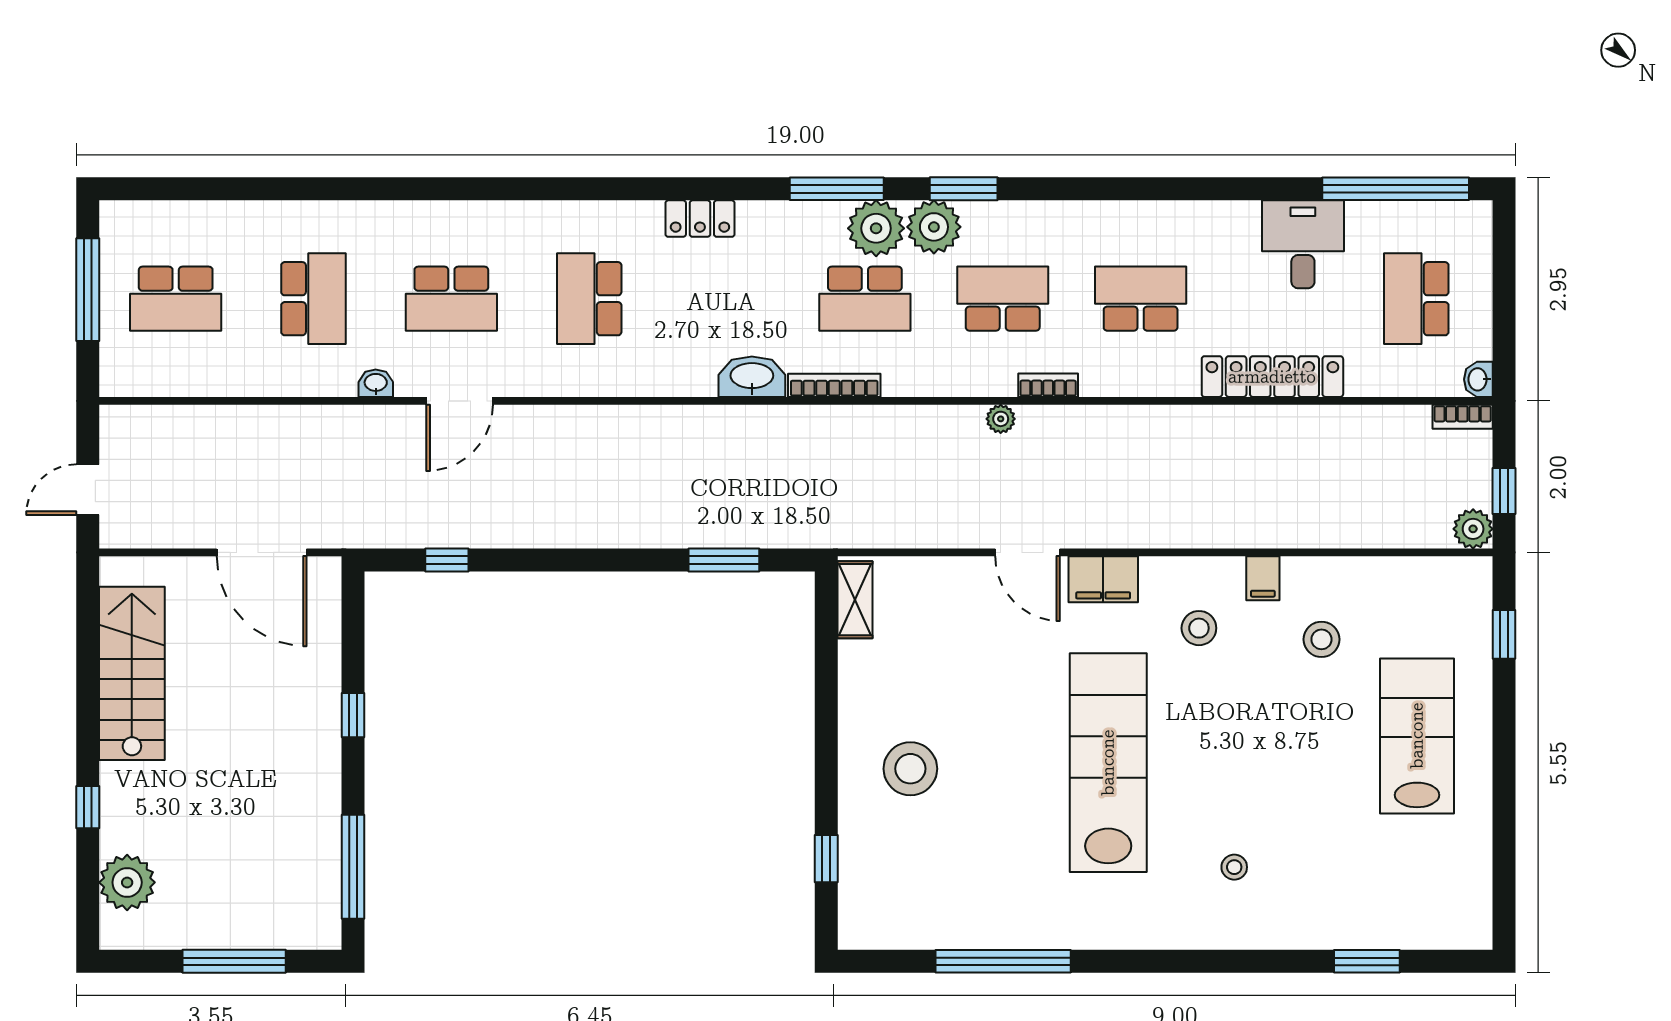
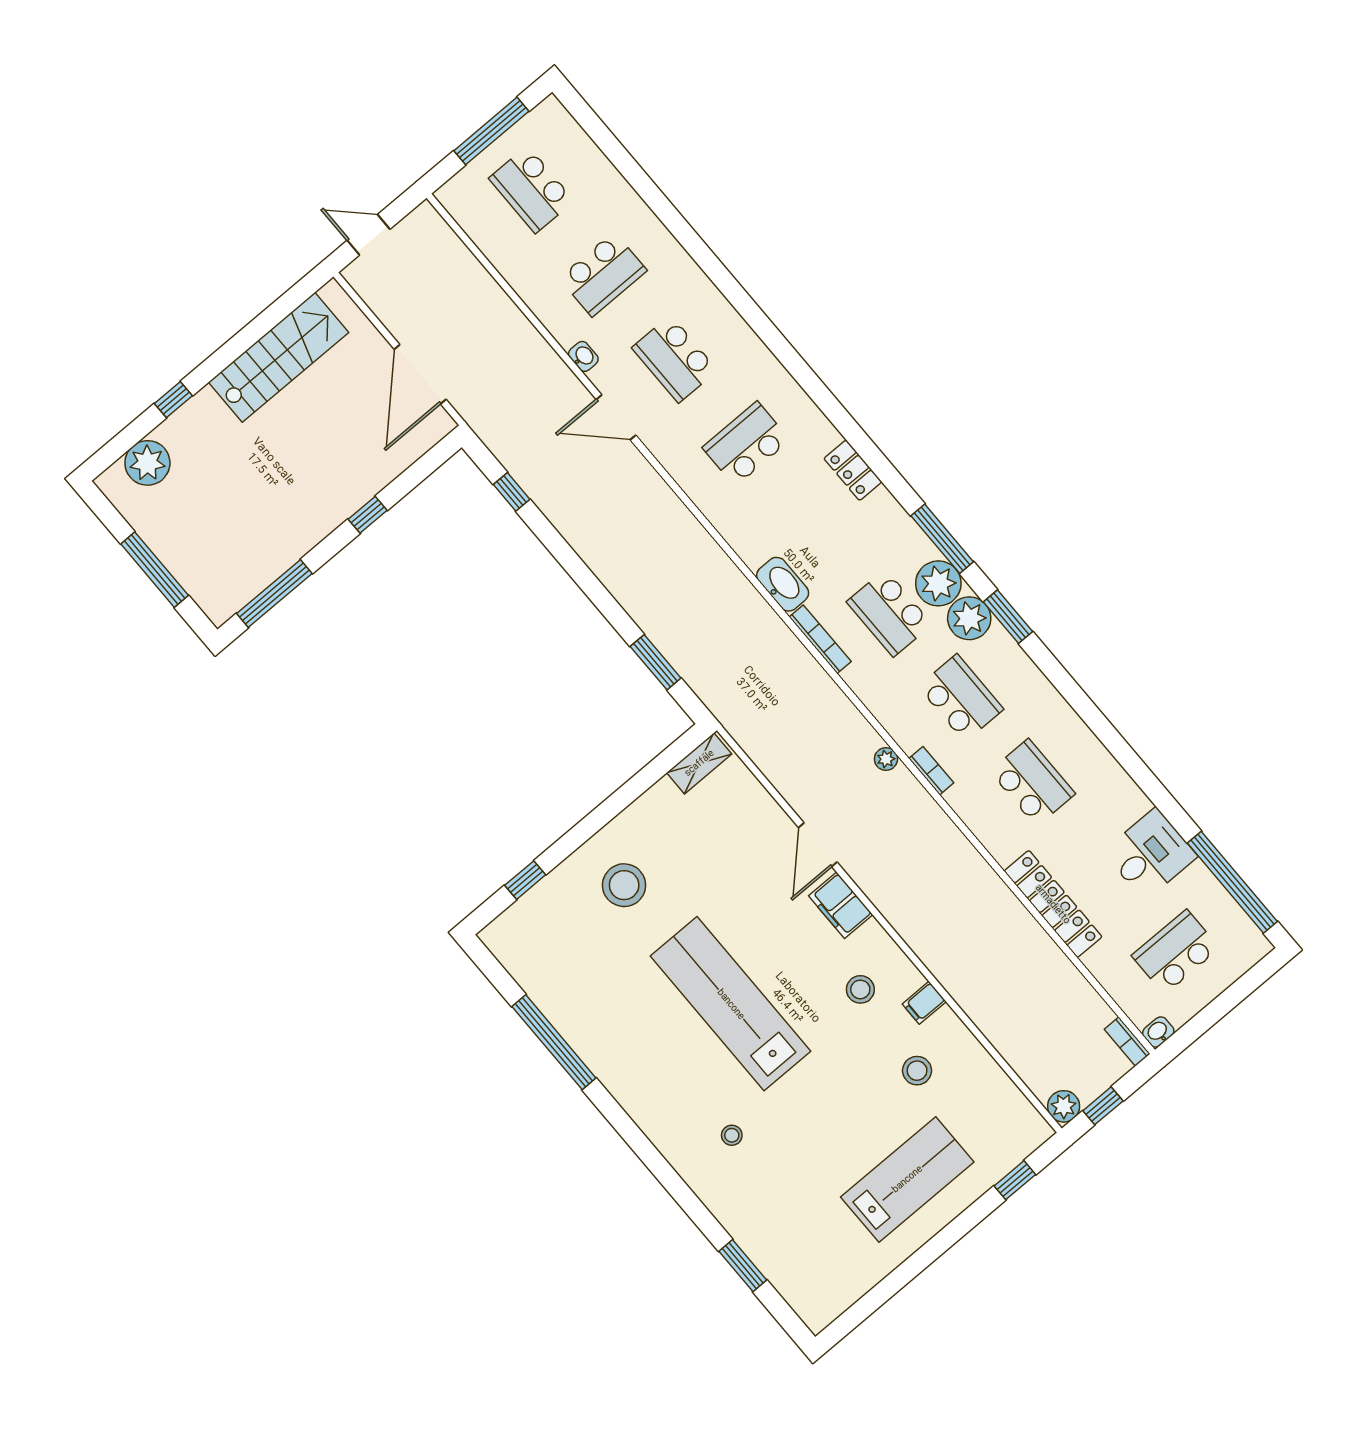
lab bench: (1108, 763) -> (731, 1004), turned -90

